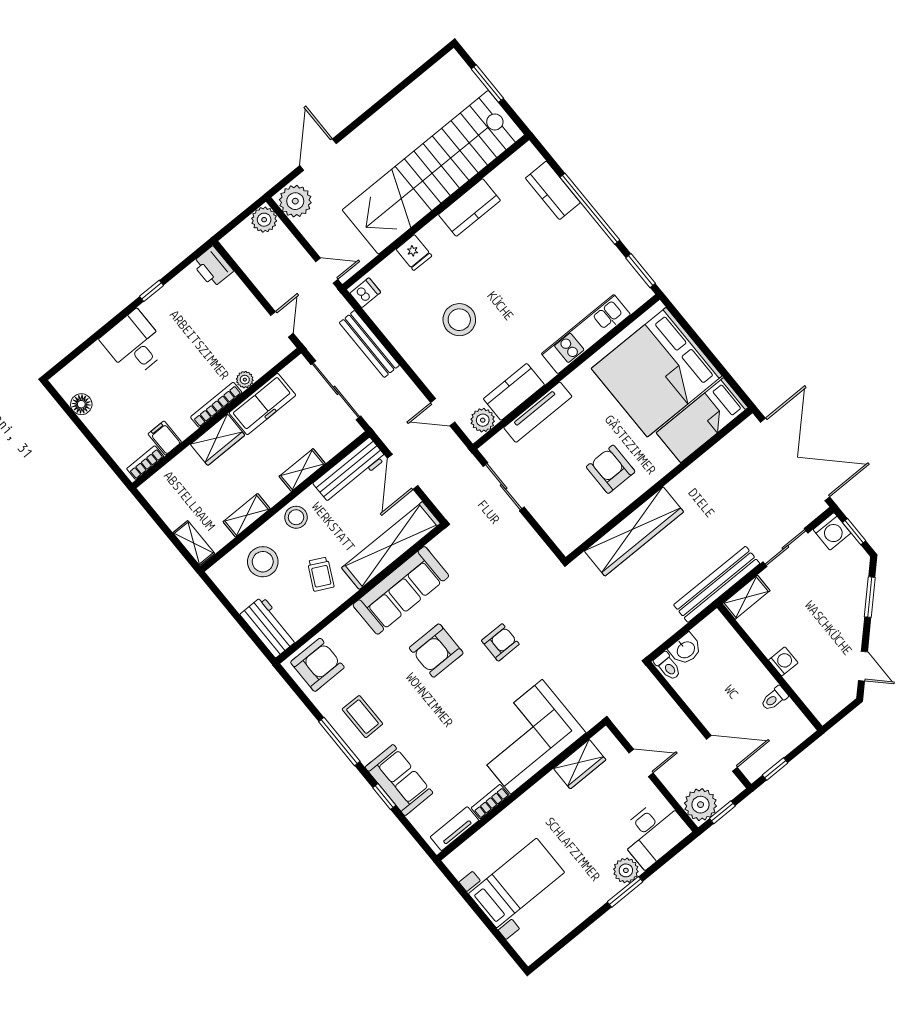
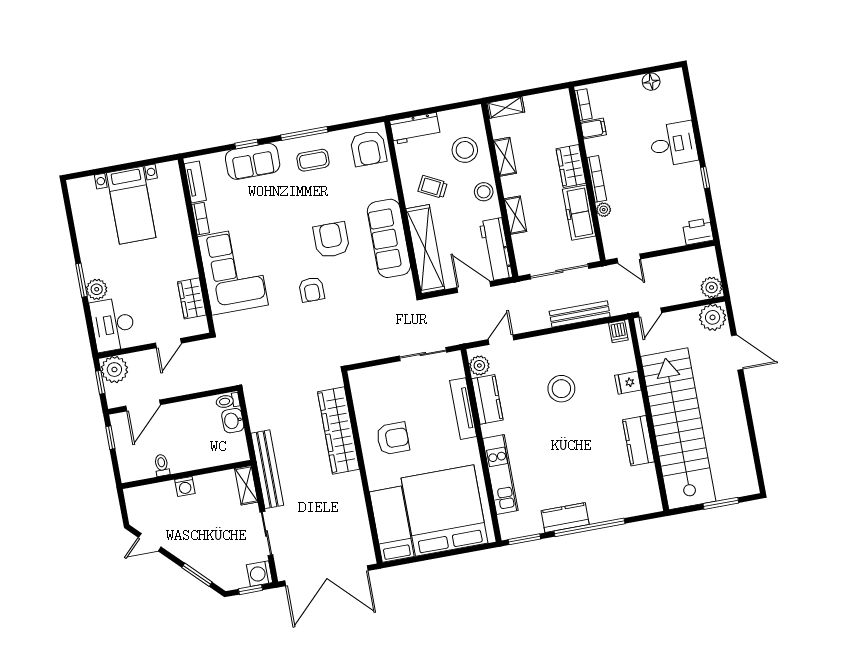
kitchen counter: (553, 190) -> (565, 518), moved

